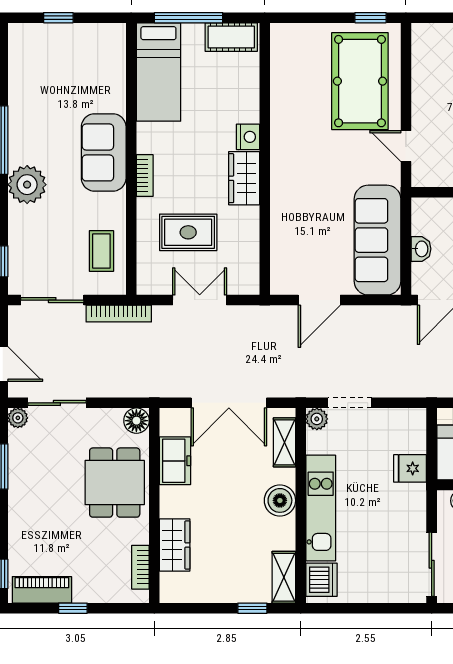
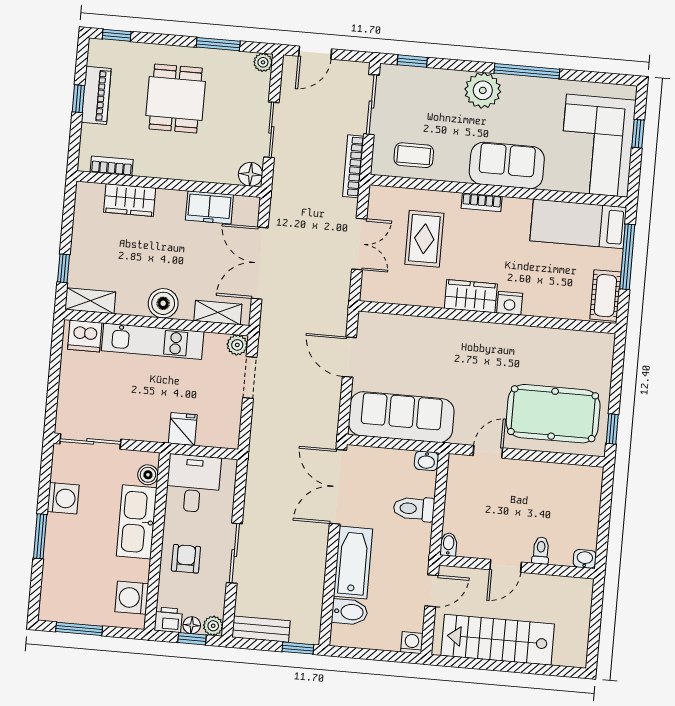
corner sofa: (75, 60) -> (597, 146), added
washbasin: (421, 249) -> (426, 461), moved
sliding door: (57, 403) -> (271, 130), moved
dining table: (115, 483) -> (176, 99), moved, turned 90
piano: (42, 590) -> (96, 95), moved

